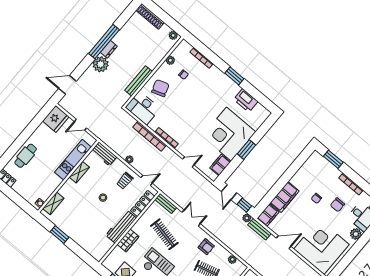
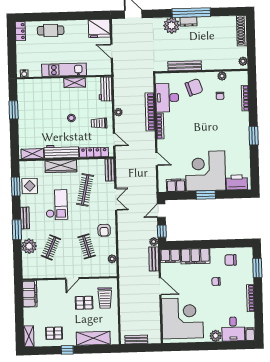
printer: (246, 100) -> (237, 182), moved, turned 90
desk: (143, 108) -> (167, 98), moved
kitchen unit: (73, 160) -> (64, 70), moved
shelving: (53, 203) -> (32, 154), moved
chair: (337, 205) -> (231, 260), moved
wardrobe: (128, 240) -> (61, 166), width x1.50

